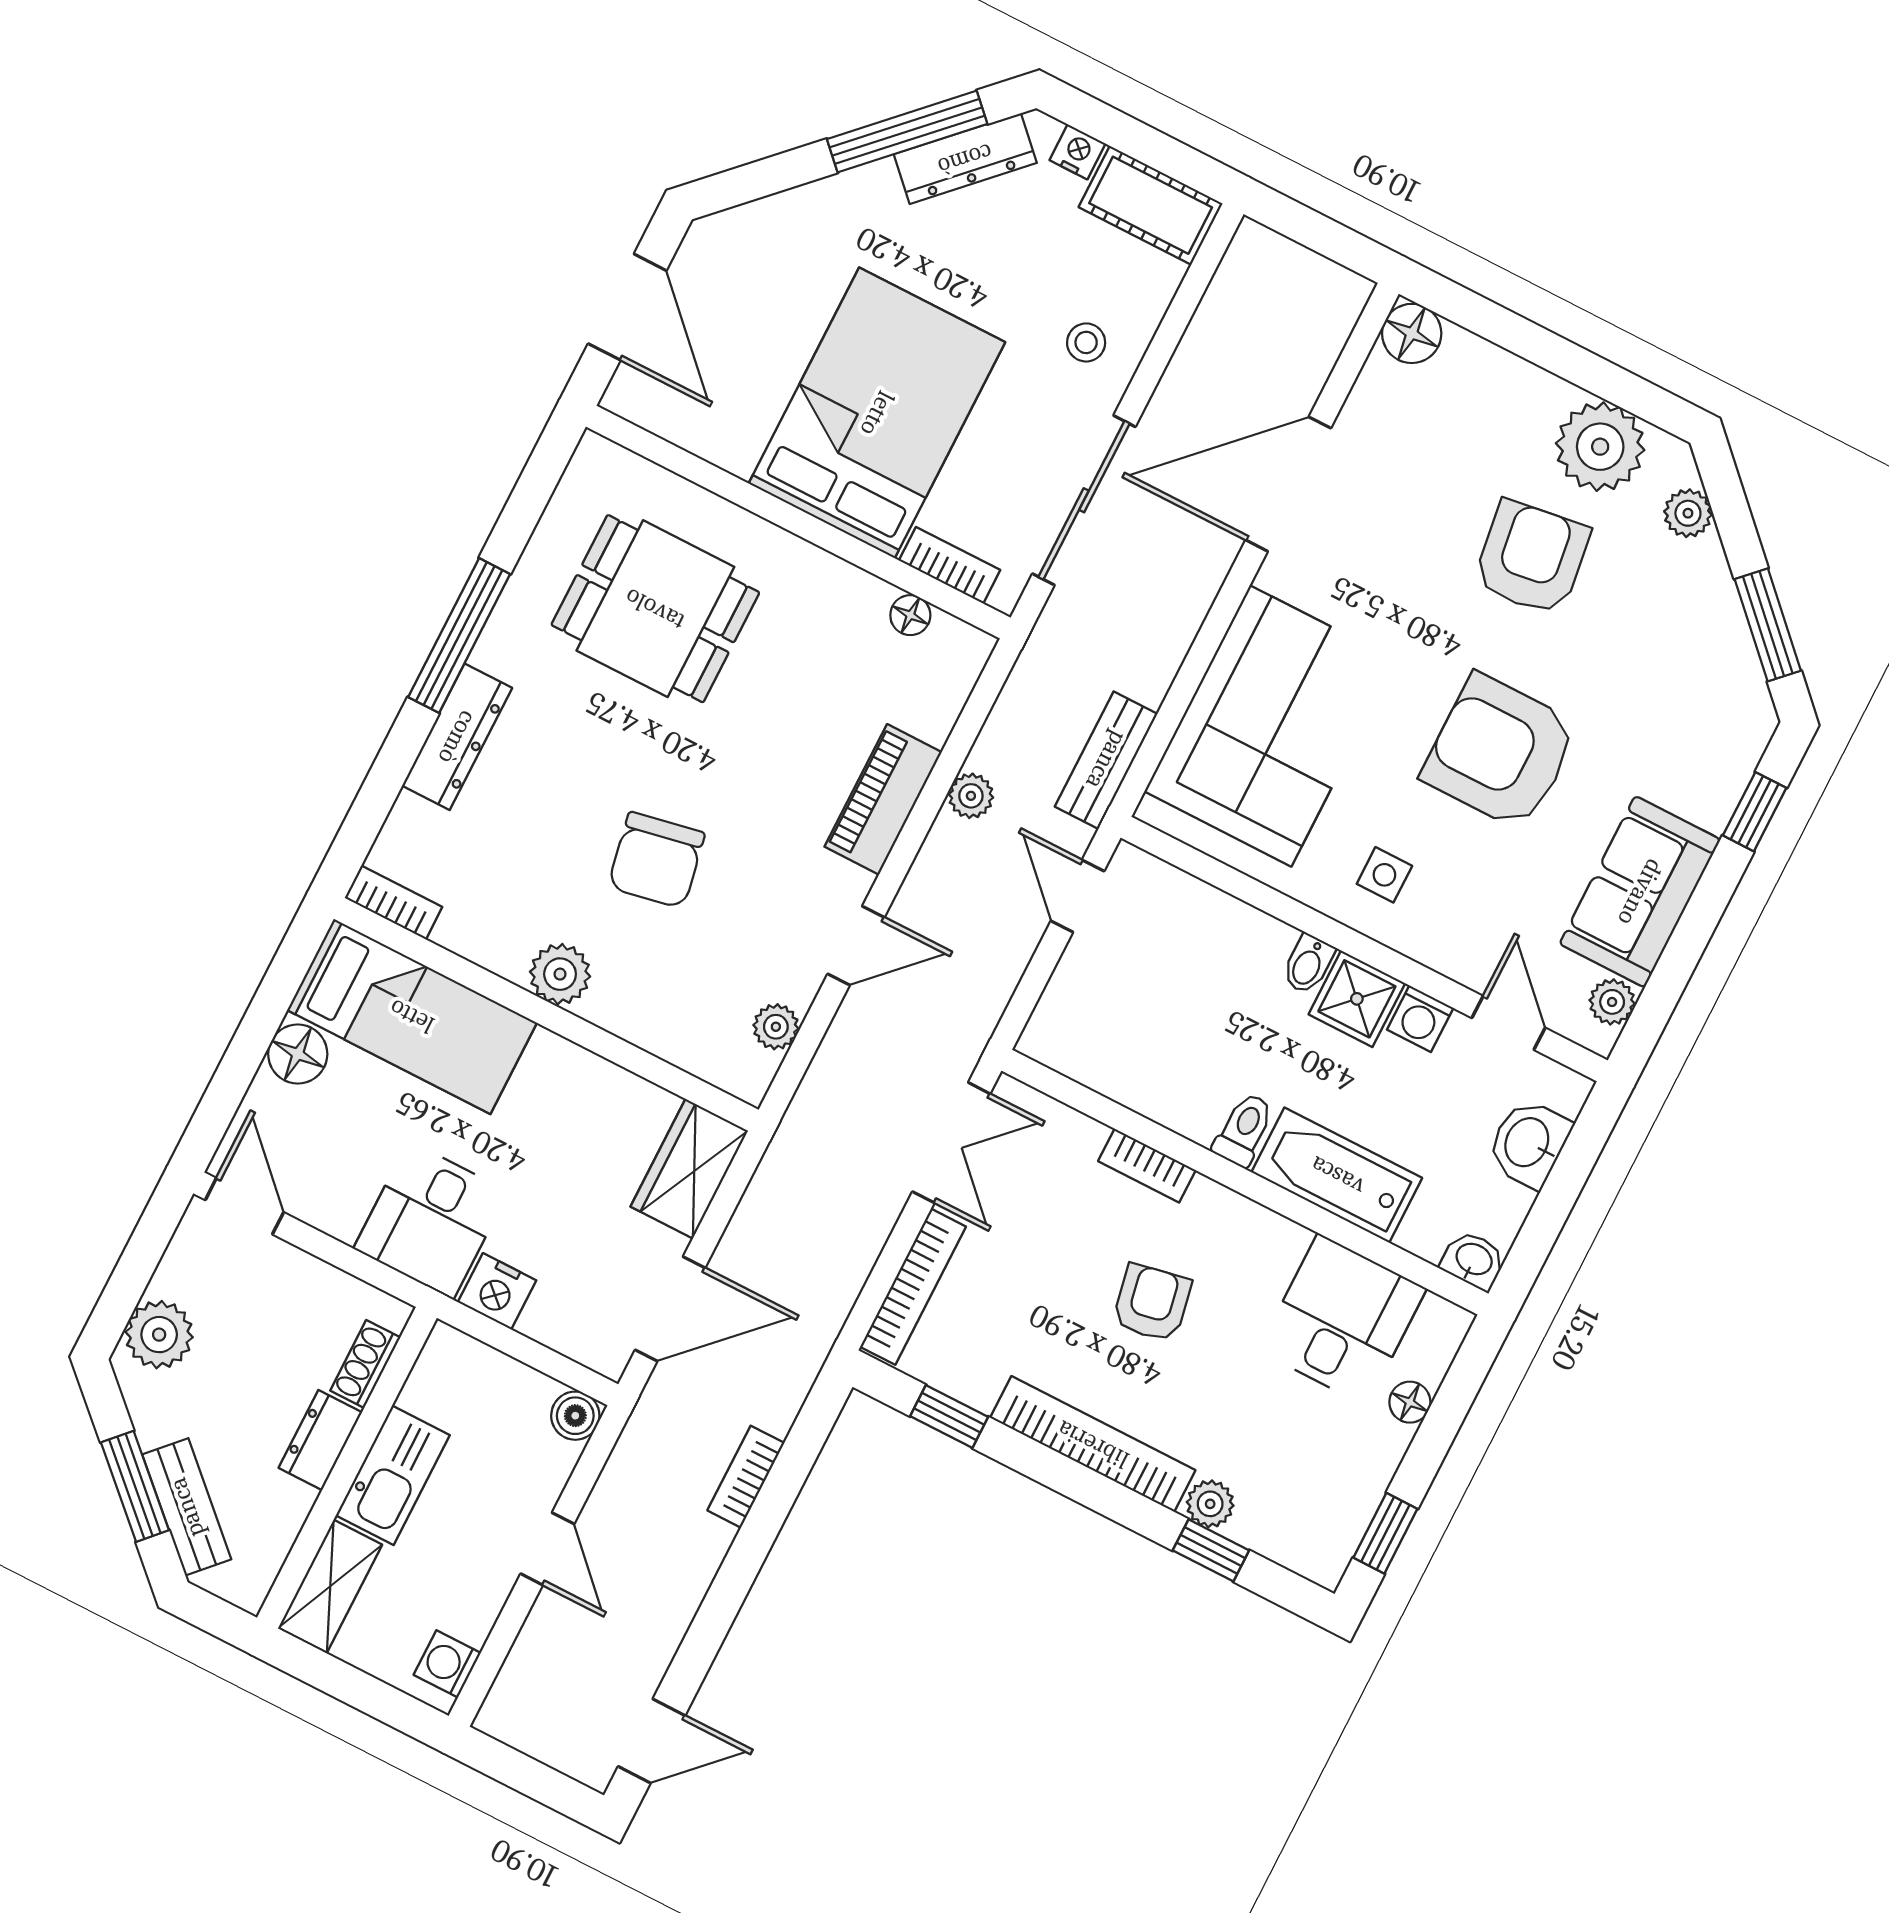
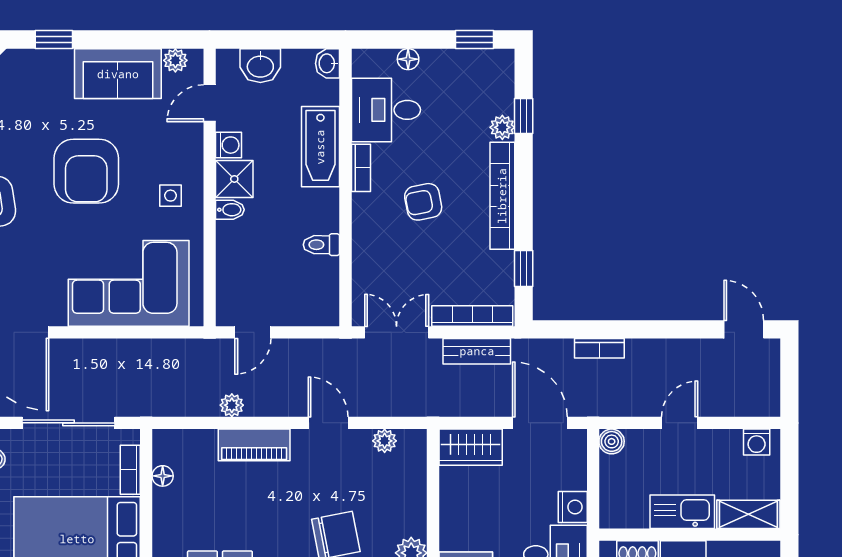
bench: (1106, 760) -> (477, 351), moved
toilet: (1244, 1130) -> (321, 245), moved
bookcase: (1147, 1166) -> (361, 168), moved

